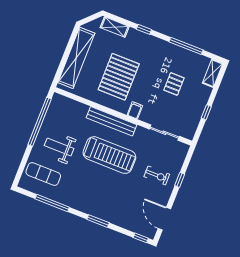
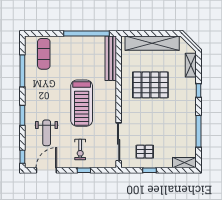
pallet: (174, 84) -> (145, 152), moved
filing cabinet: (135, 110) -> (128, 110), removed
bench: (111, 121) -> (111, 58), moved
sliding door: (164, 133) -> (119, 142), width x1.37
weight bench: (59, 147) -> (47, 133), moved, turned 180

